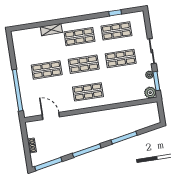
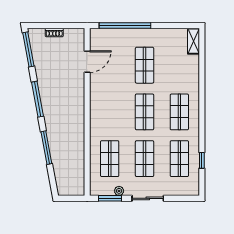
shelving: (51, 30) -> (193, 41), moved
shop shelf: (88, 92) -> (110, 159), moved
plant: (150, 93) -> (97, 189), removed

